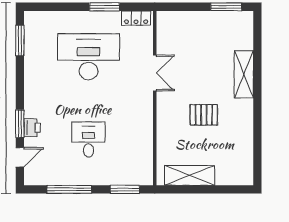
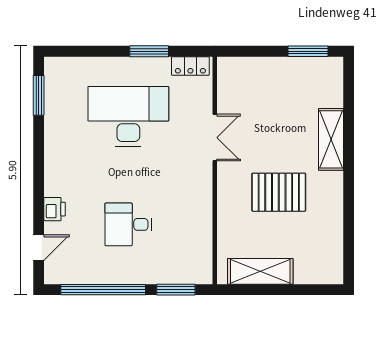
pallet: (204, 115) -> (279, 192), width x1.50, depth x1.42
window: (20, 124) -> (39, 204), removed
desk: (88, 139) -> (128, 224), turned -90
window: (69, 189) -> (103, 290), width x1.46

